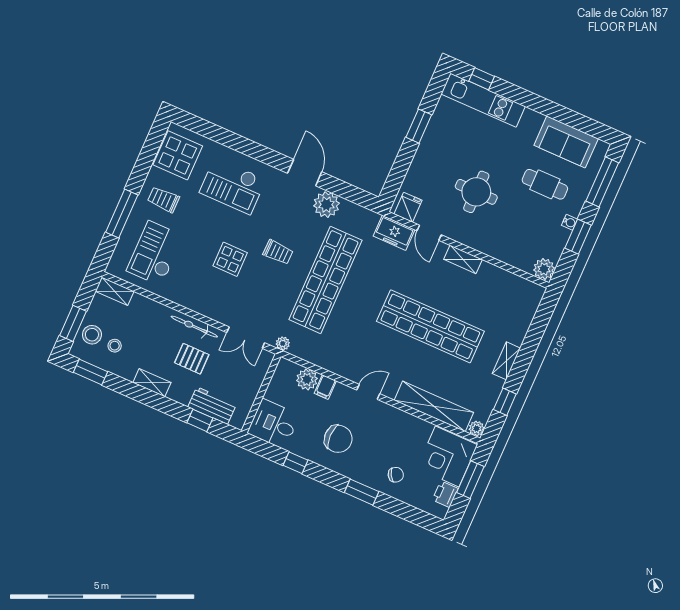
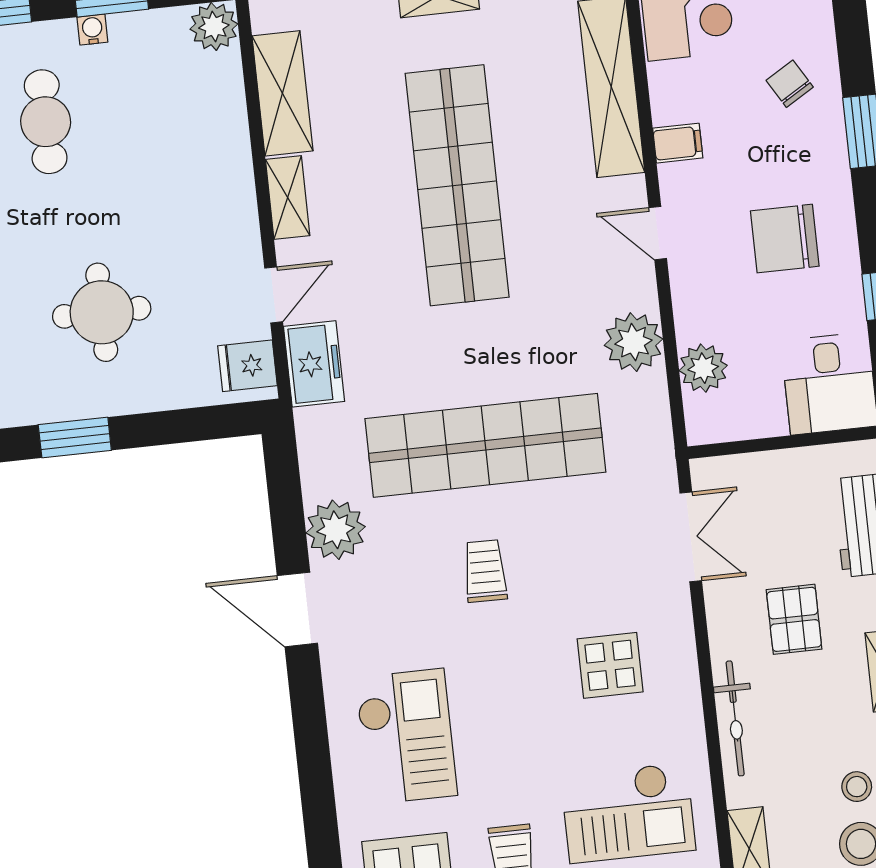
door: (305, 173) -> (297, 609), hinge flipped
round table: (476, 192) -> (102, 312), moved
display table: (230, 259) -> (610, 665), moved
shelving: (504, 280) -> (282, 93), added
bicycle: (194, 327) -> (735, 718), moved
plant: (283, 343) -> (633, 342), moved, width x1.88, depth x1.88
filing cabinet: (325, 387) -> (678, 143), moved
chair: (338, 439) -> (785, 239), turned -90

